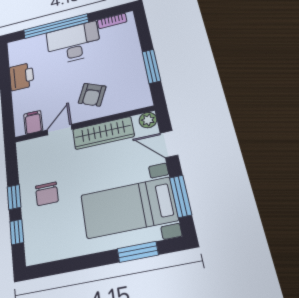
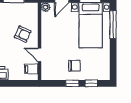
wardrobe: (103, 133) -> (47, 32), removed
window: (138, 252) -> (113, 25), width x1.44

